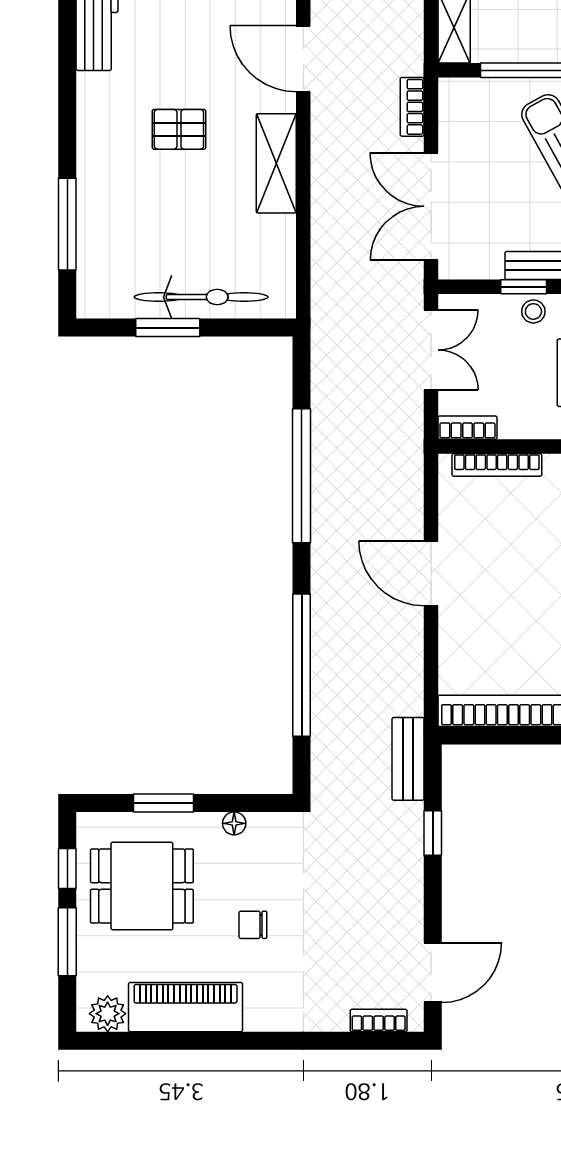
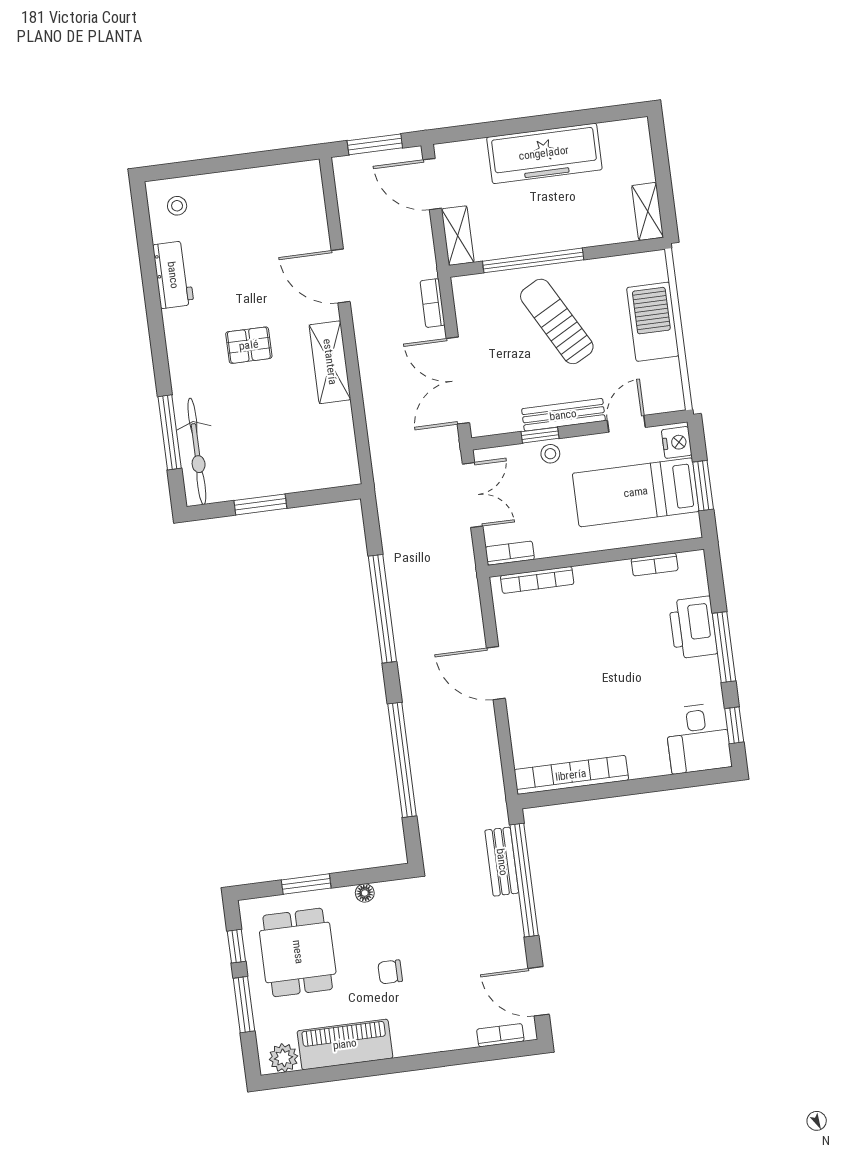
bicycle: (201, 297) -> (197, 451), moved, turned 90
bench: (408, 759) -> (502, 862), moved
window: (433, 833) -> (524, 880), width x3.17
dining table: (142, 886) -> (298, 952), turned 90
door: (433, 973) -> (539, 991), swing flipped

